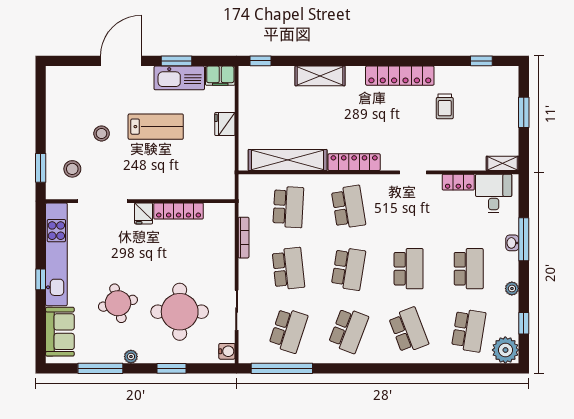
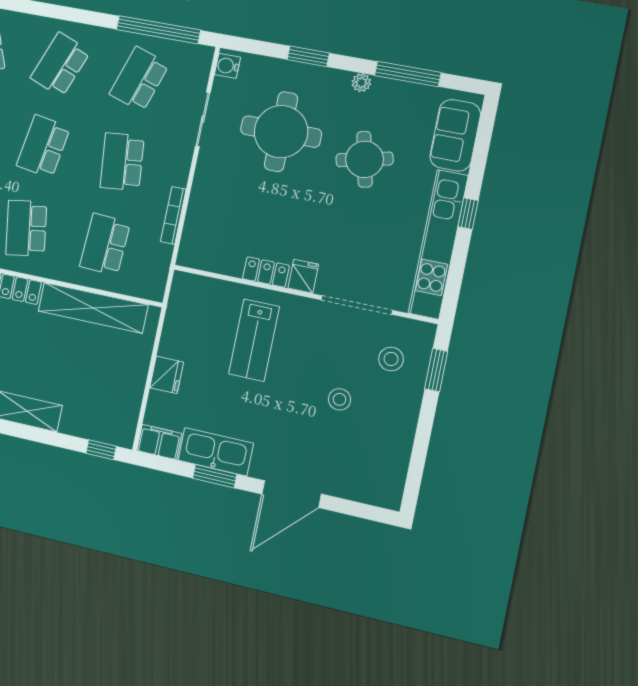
lab bench: (156, 127) -> (254, 340), moved, turned -90
locker: (179, 211) -> (266, 272), width x0.66

